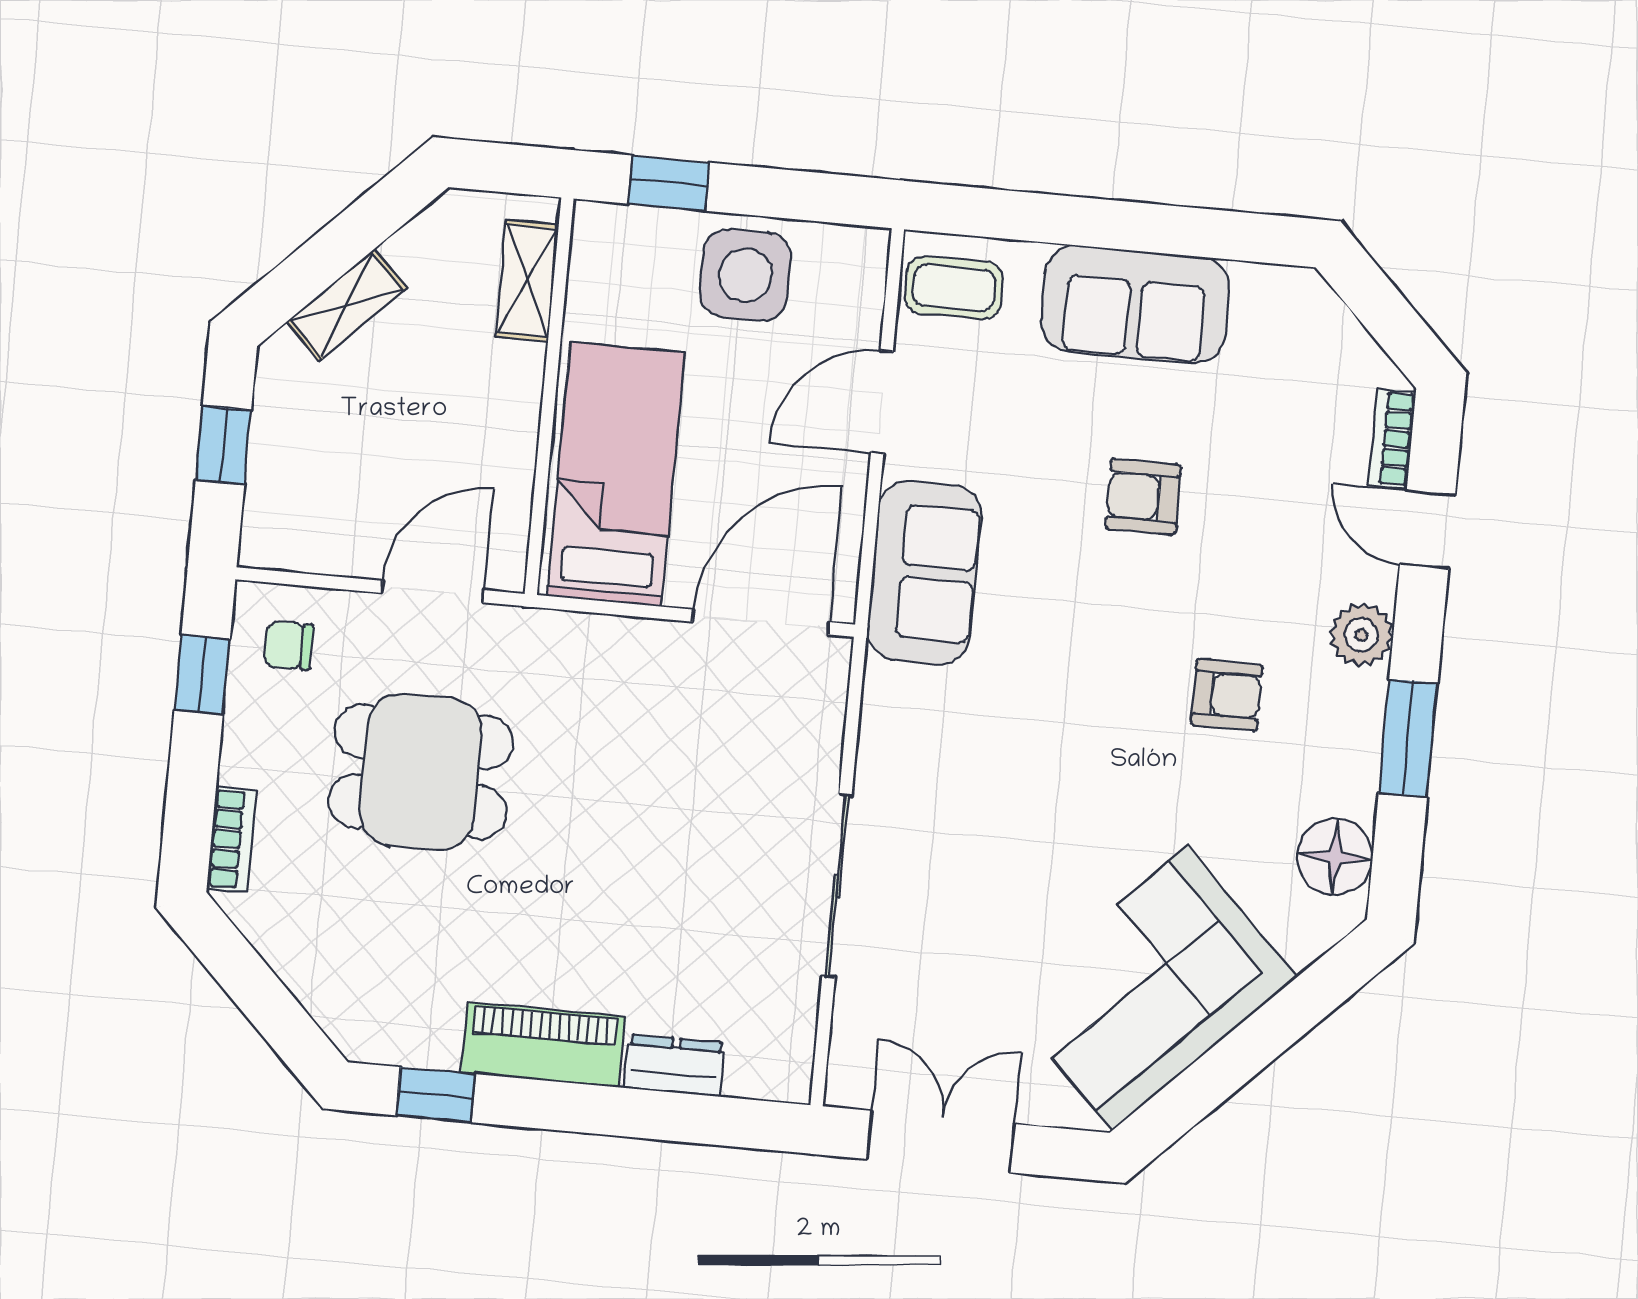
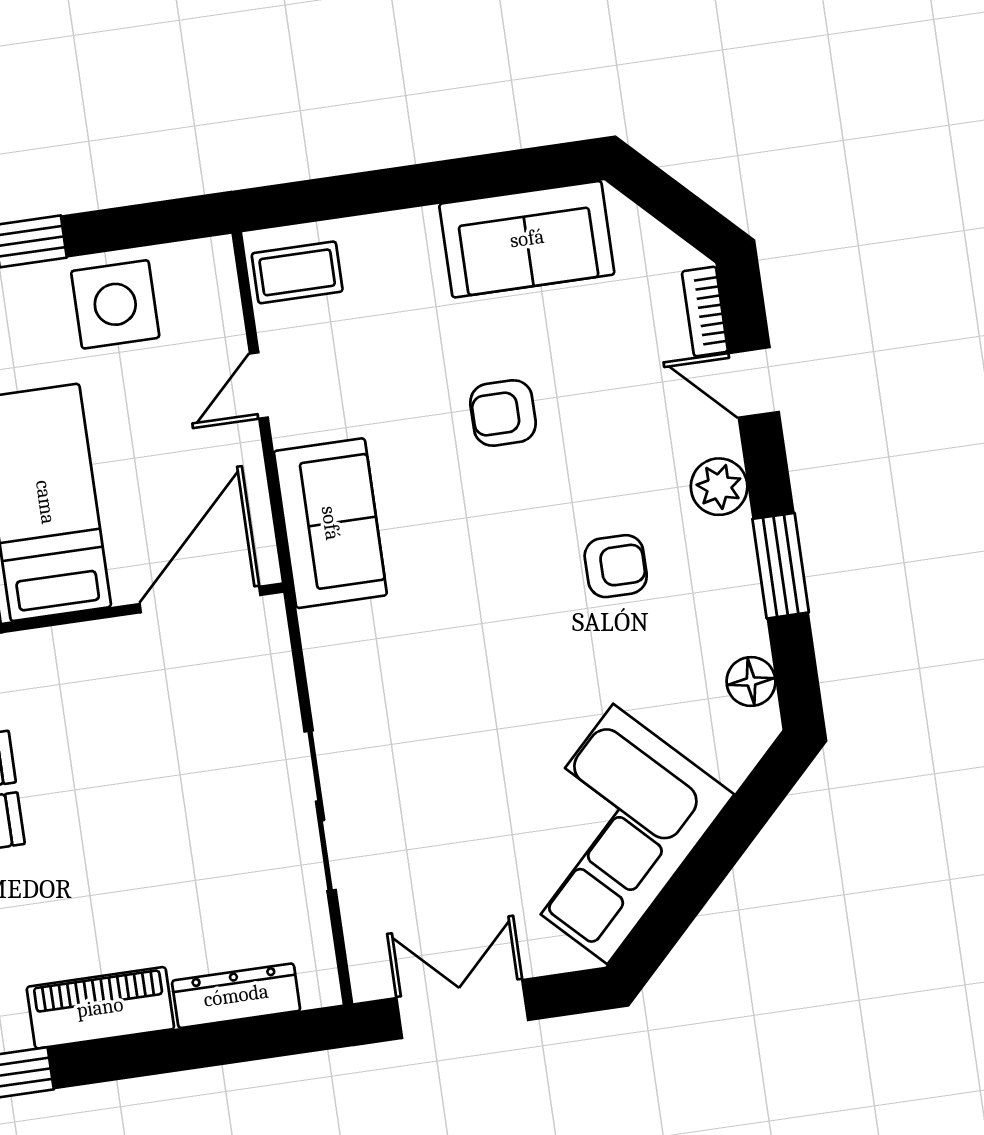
sofa: (1135, 305) -> (527, 239), moved
door: (882, 402) -> (259, 385), width x0.73
floor lamp: (1335, 857) -> (751, 682), width x0.73, depth x0.73
dresser: (675, 1065) -> (236, 996), width x1.44

